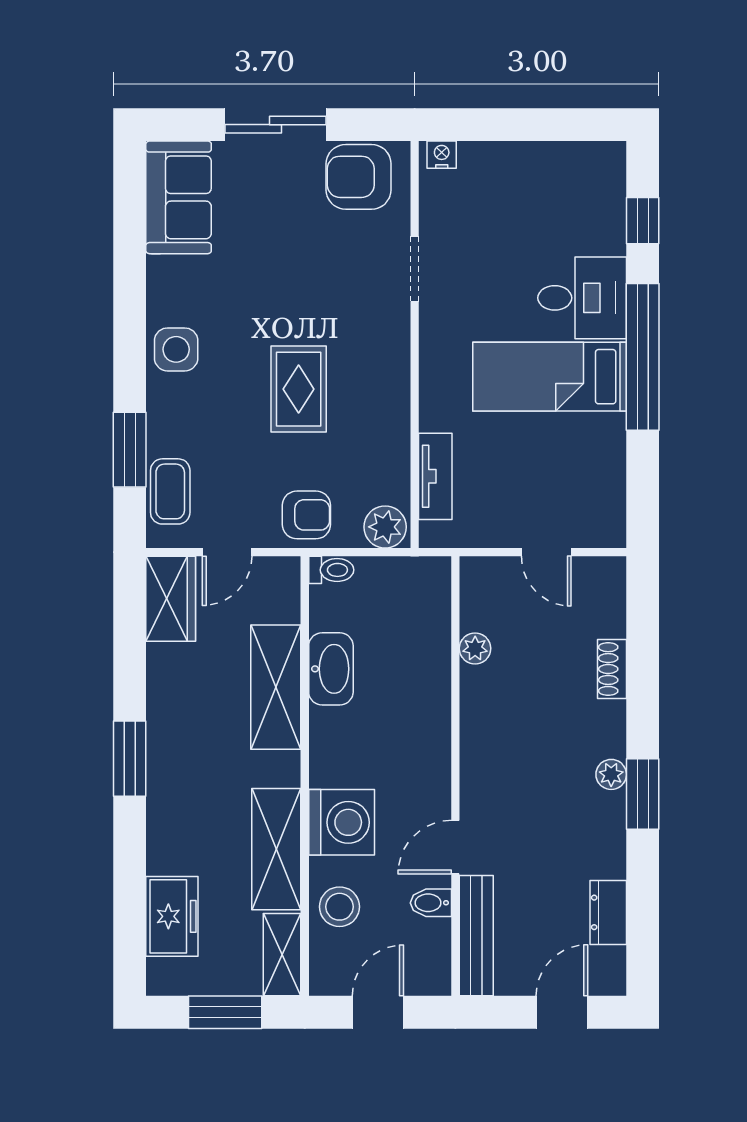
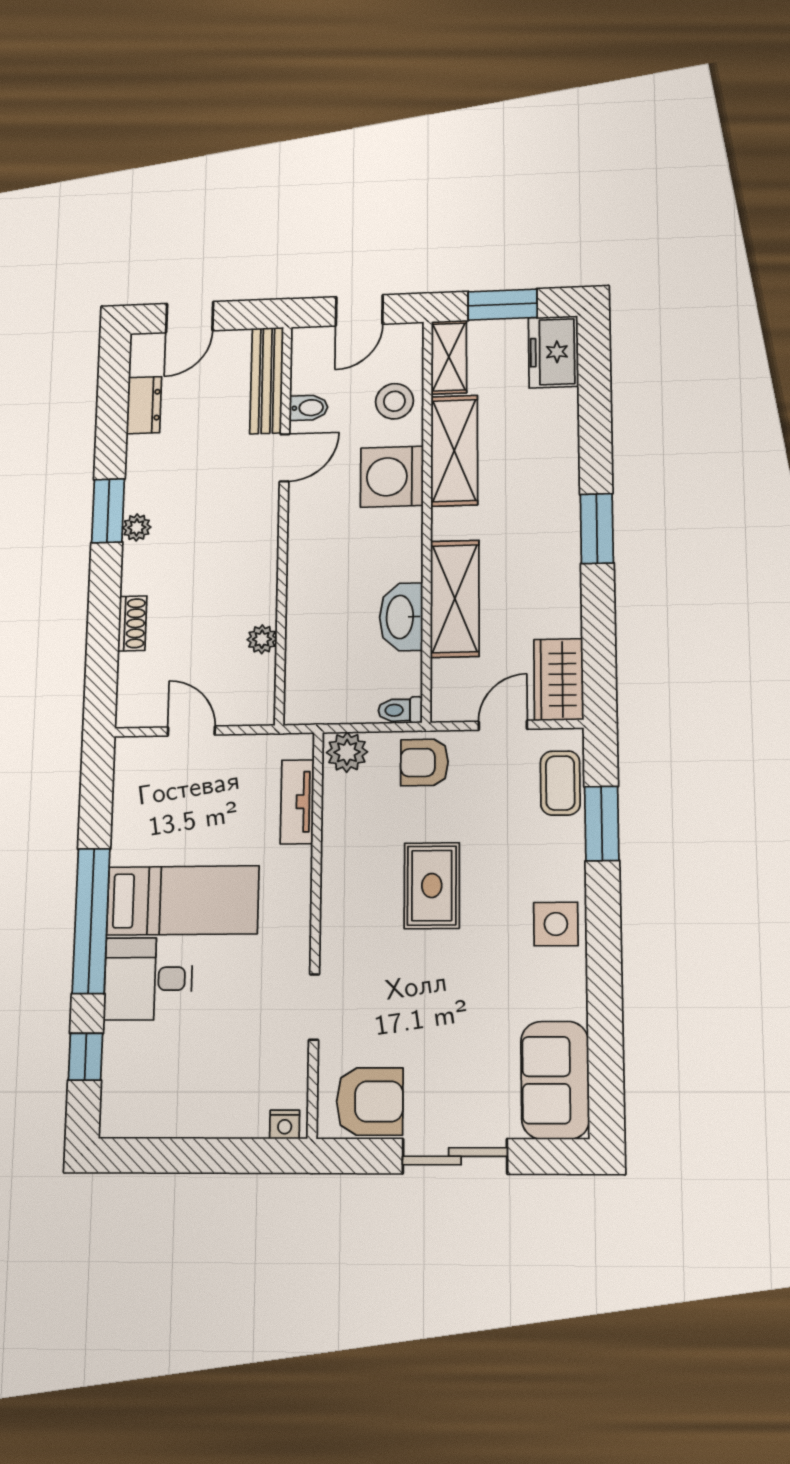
freezer: (172, 916) -> (553, 352), moved

